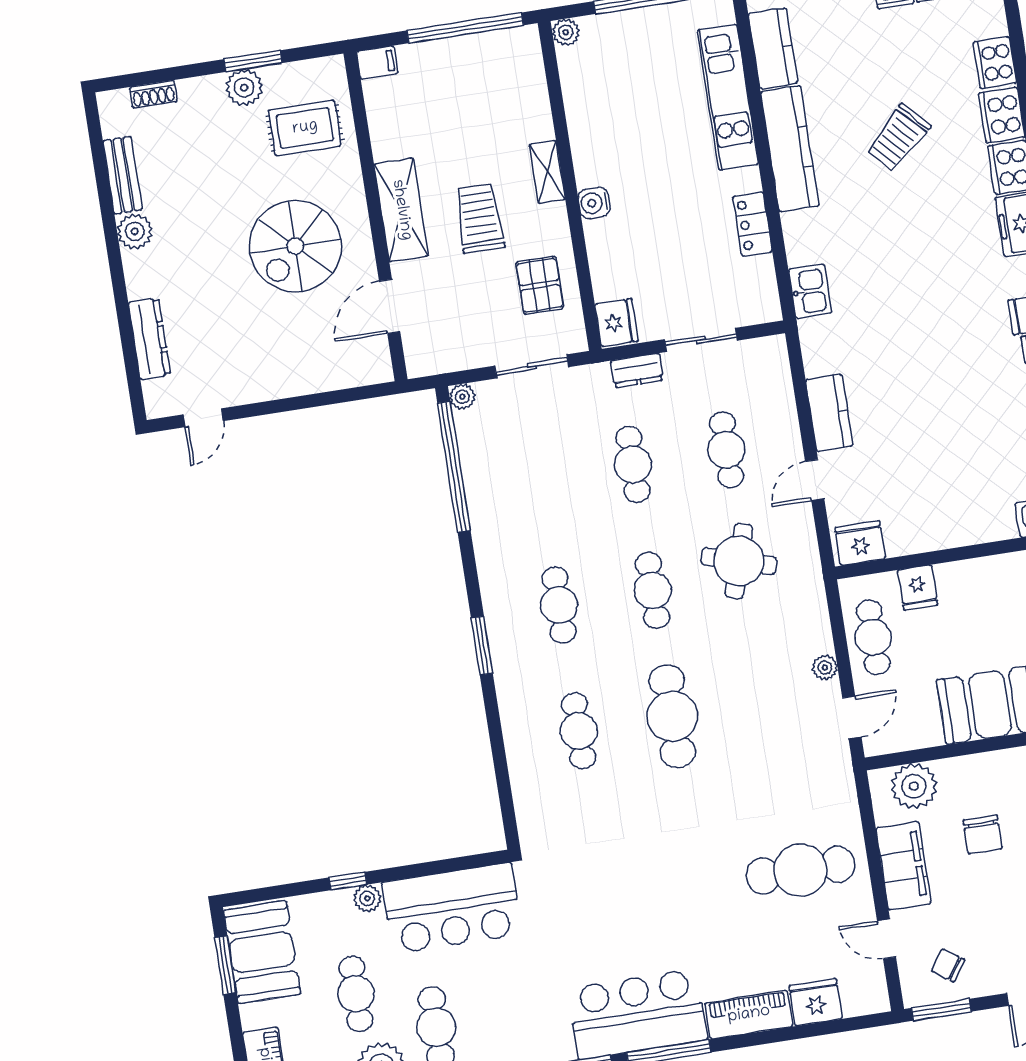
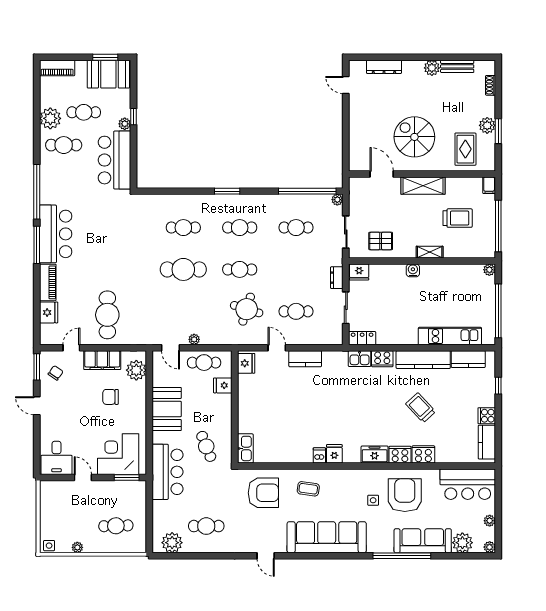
cooker: (995, 63) -> (382, 359), moved, turned 180
trolley: (479, 218) -> (458, 218), moved
locker: (753, 224) -> (362, 338), moved
cafe table: (633, 464) -> (296, 228), moved

